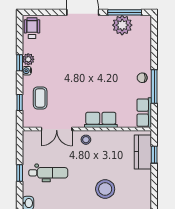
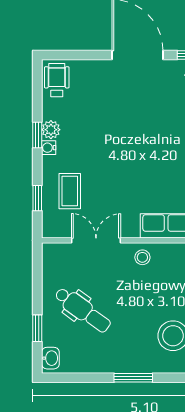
double door: (57, 129) -> (96, 240), swing flipped
window: (20, 173) -> (37, 328), moved
dental chair: (48, 173) -> (83, 310), turned 36

